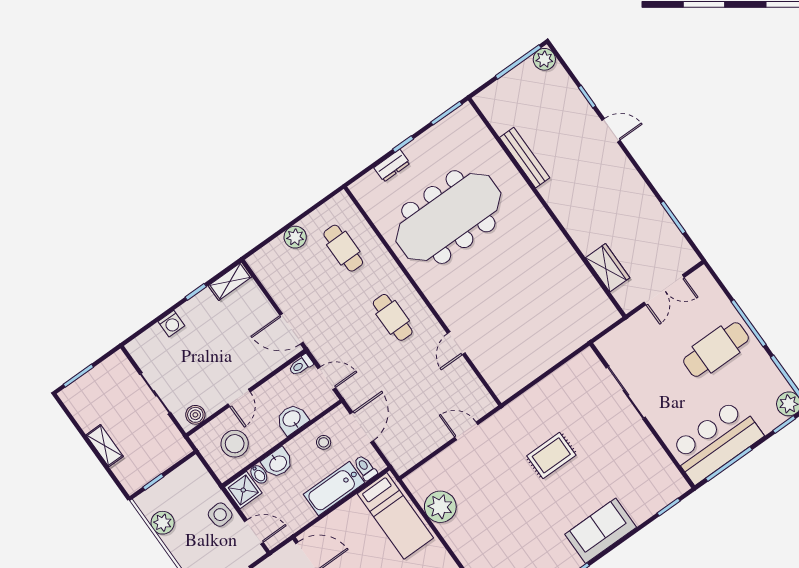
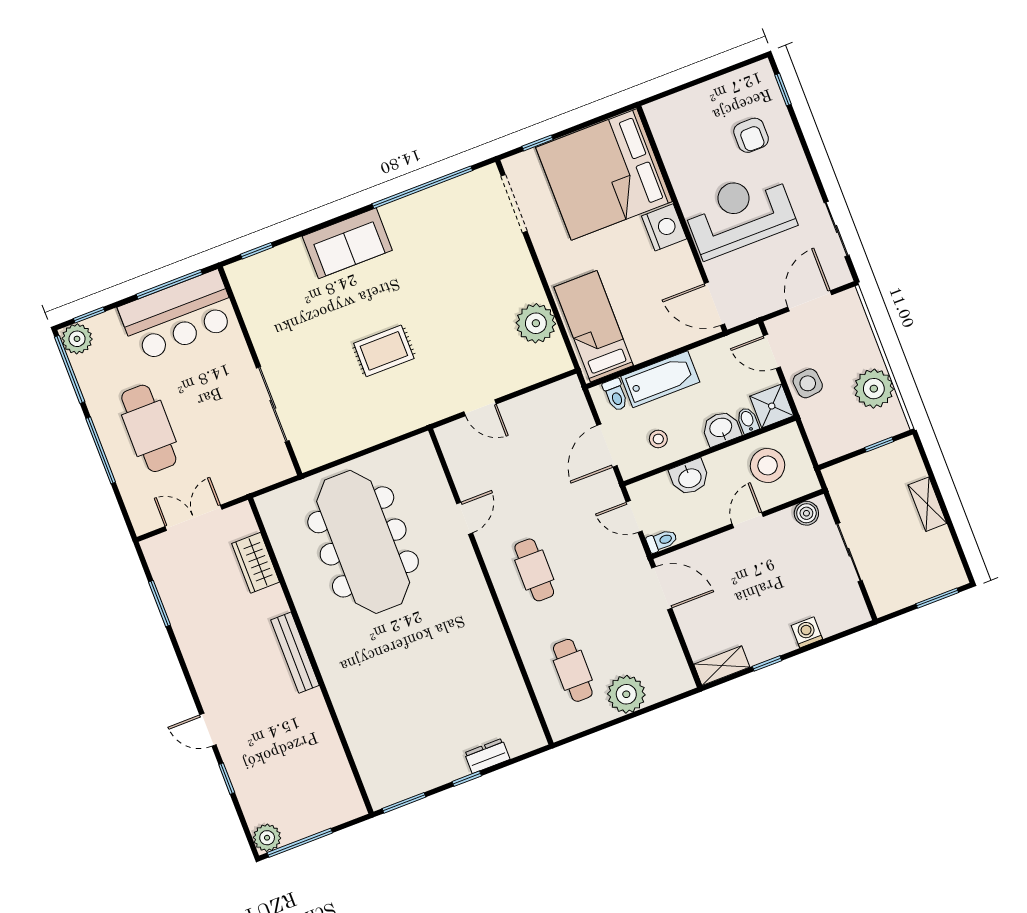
bench: (525, 158) -> (295, 653), moved
meeting table: (448, 217) -> (363, 542), moved, turned 90
plant: (295, 237) -> (626, 694), width x1.36, depth x1.36
cafe table: (716, 350) -> (149, 428), turned 90
plant: (163, 523) -> (874, 389), width x1.36, depth x1.36

